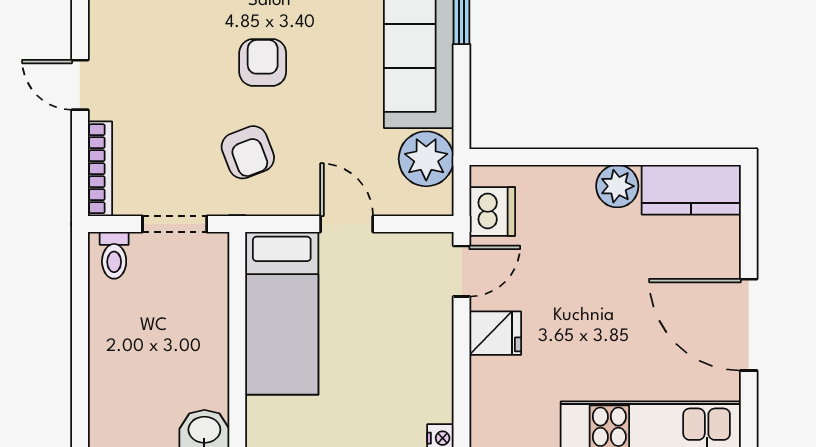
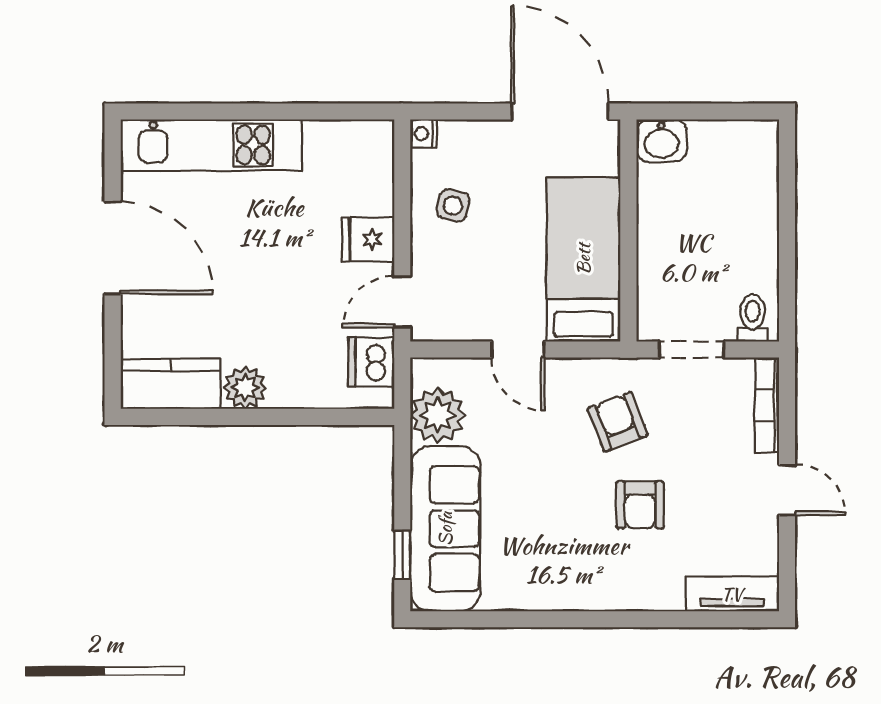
armchair: (263, 62) -> (640, 505), moved
side table: (411, 367) -> (453, 206), added

